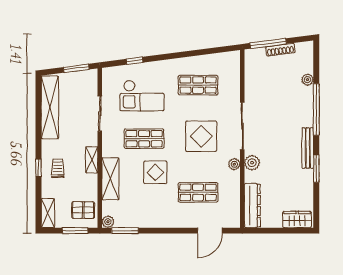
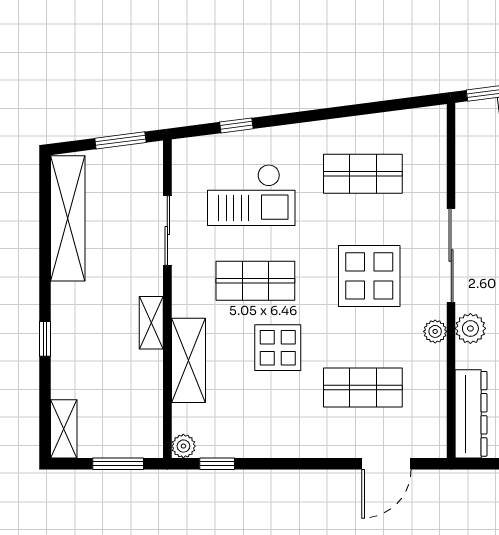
trolley: (58, 168) -> (84, 340), removed
pallet: (83, 210) -> (134, 423), removed
window: (125, 231) -> (217, 464), width x0.67

